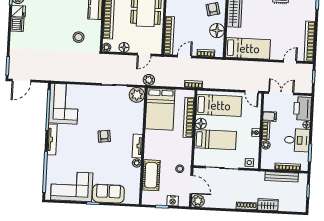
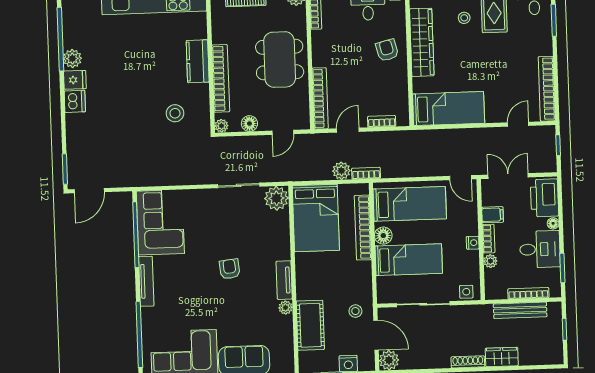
floor lamp: (217, 31) -> (396, 84), removed
plant: (149, 80) -> (341, 171), moved

